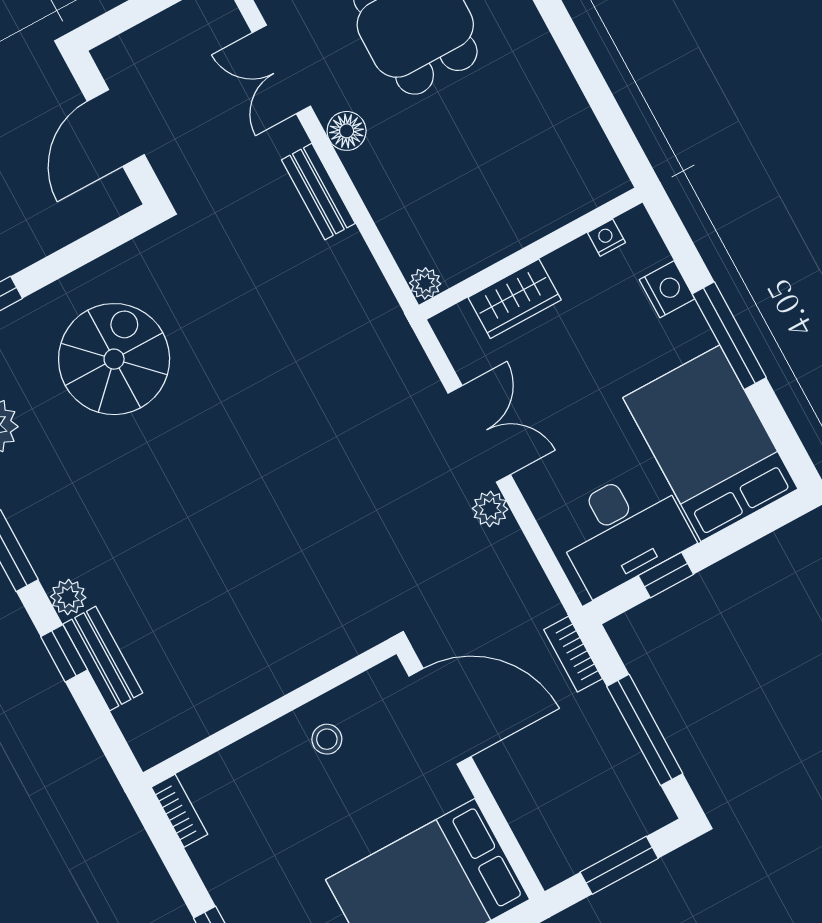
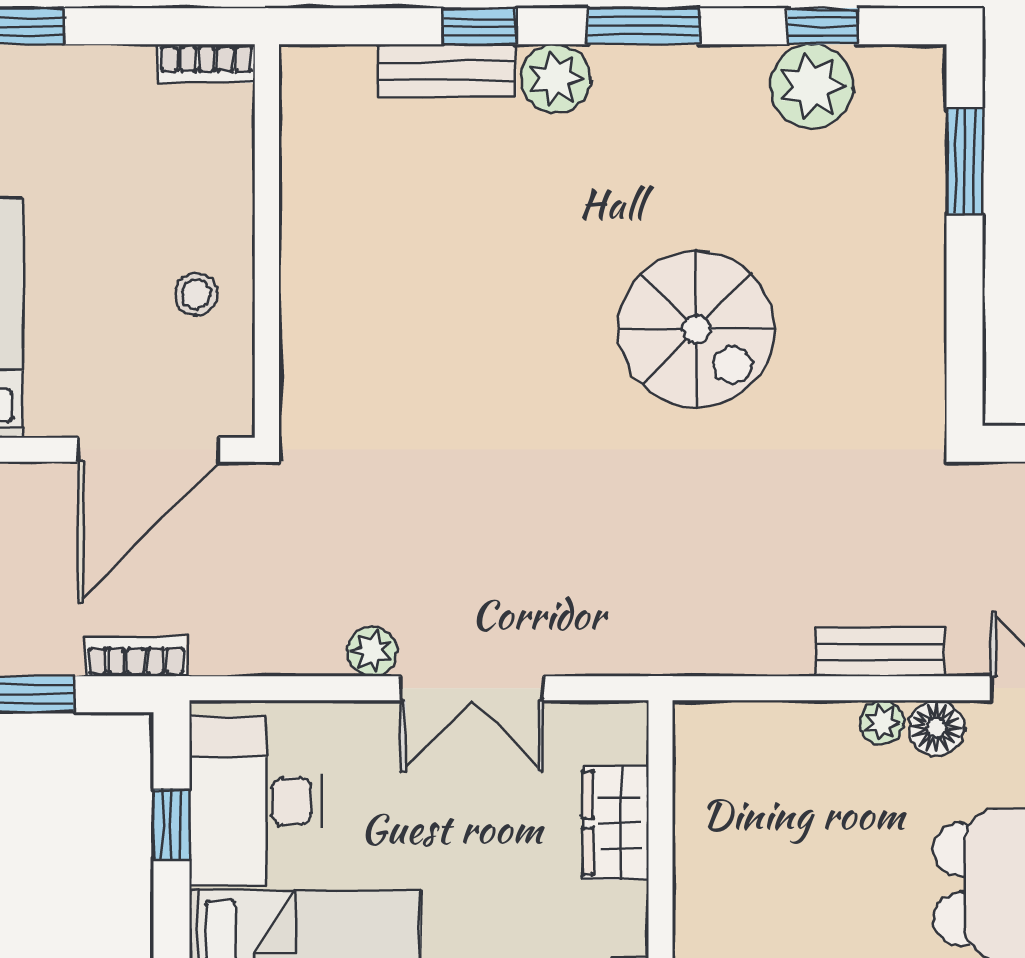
plant: (425, 283) -> (882, 723), moved
spiral stairs: (114, 359) -> (696, 329), moved
plant: (68, 597) -> (556, 79), width x1.38, depth x1.38

